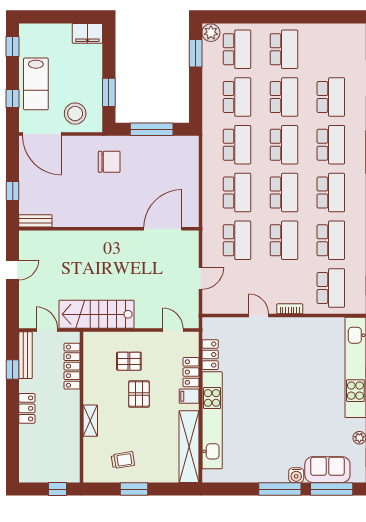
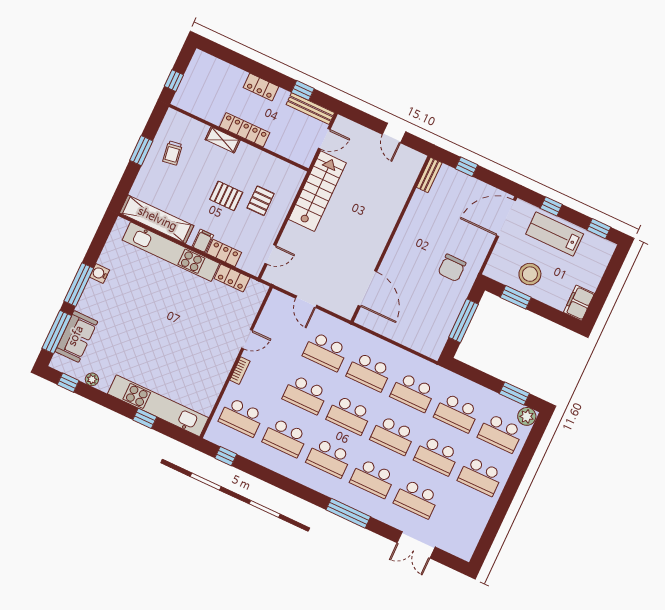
stool: (75, 114) -> (530, 274), moved
locker: (72, 366) -> (245, 130), moved
water cooler: (296, 475) -> (100, 273), moved

